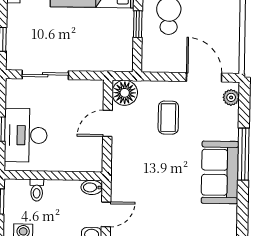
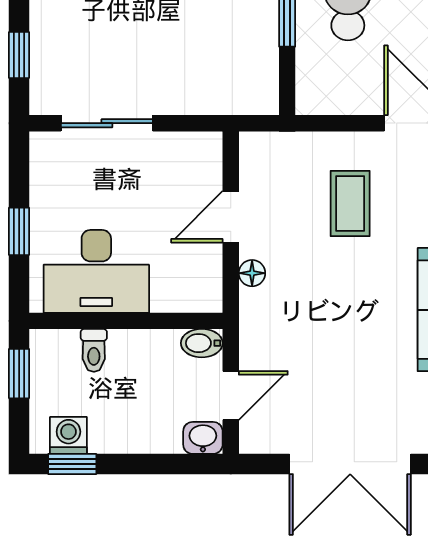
floor lamp: (125, 93) -> (252, 273), moved, width x0.53, depth x0.53
desk: (26, 135) -> (96, 271), moved, turned -90

